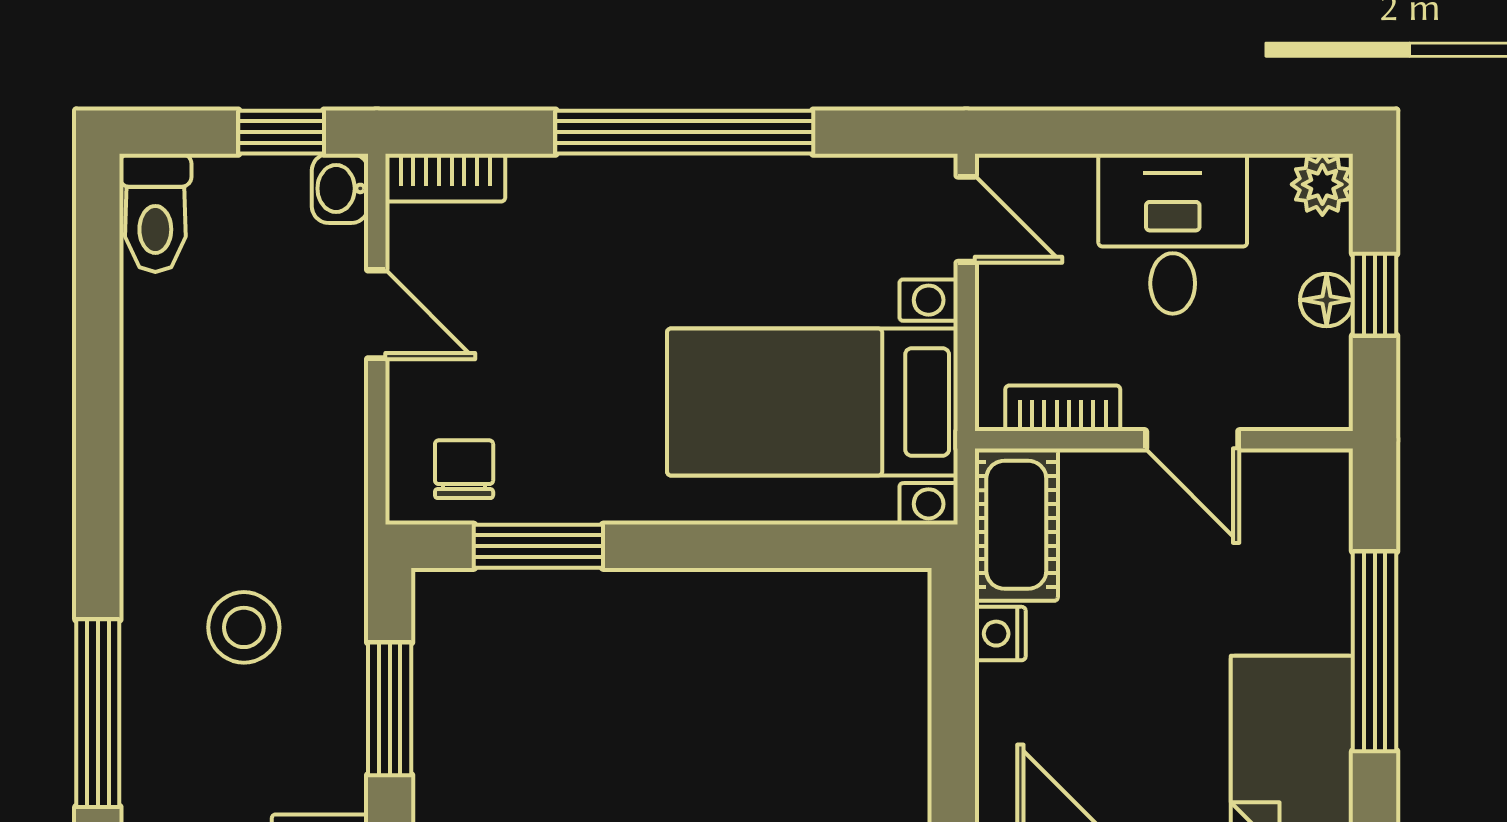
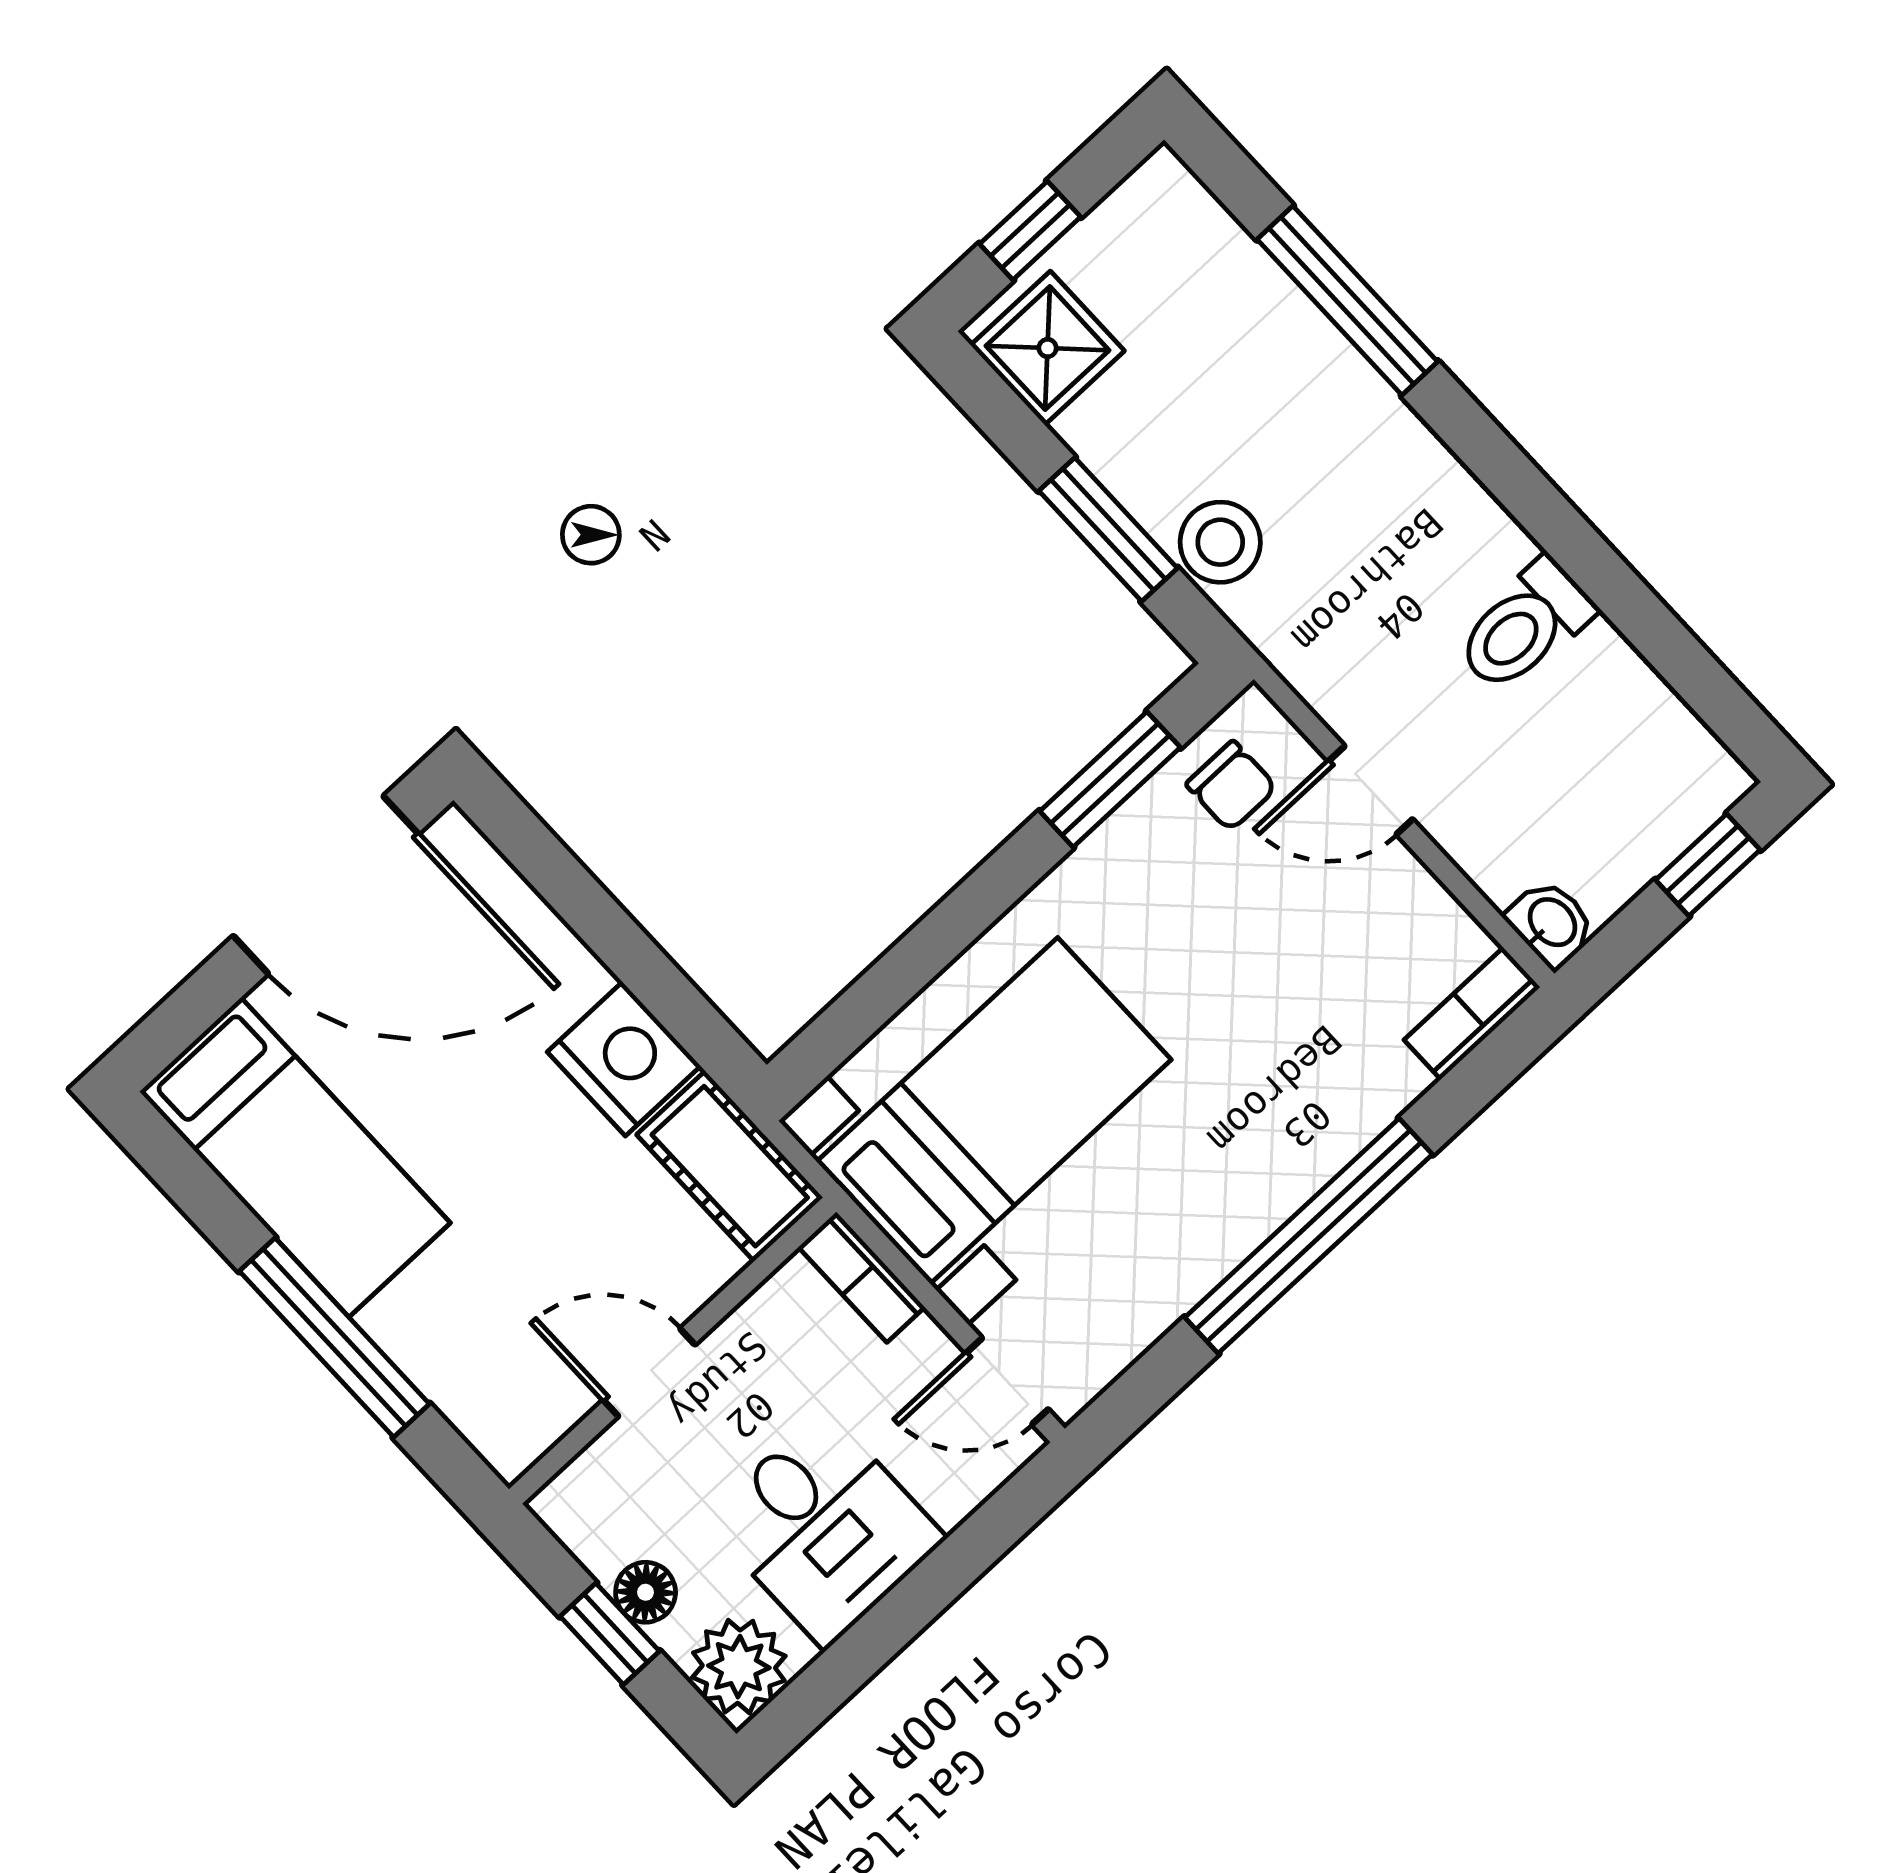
window: (281, 132) -> (1708, 865), moved
plant: (1322, 184) -> (739, 1667), width x1.38, depth x1.38
toilet: (155, 213) -> (1525, 626), moved, turned -90
door: (377, 314) -> (1371, 790), moved
bookcase: (1063, 408) -> (862, 1277), moved, turned 90
stool: (244, 627) -> (1220, 542), moved
nightstand: (1000, 634) -> (624, 1059), width x1.89, depth x1.79

